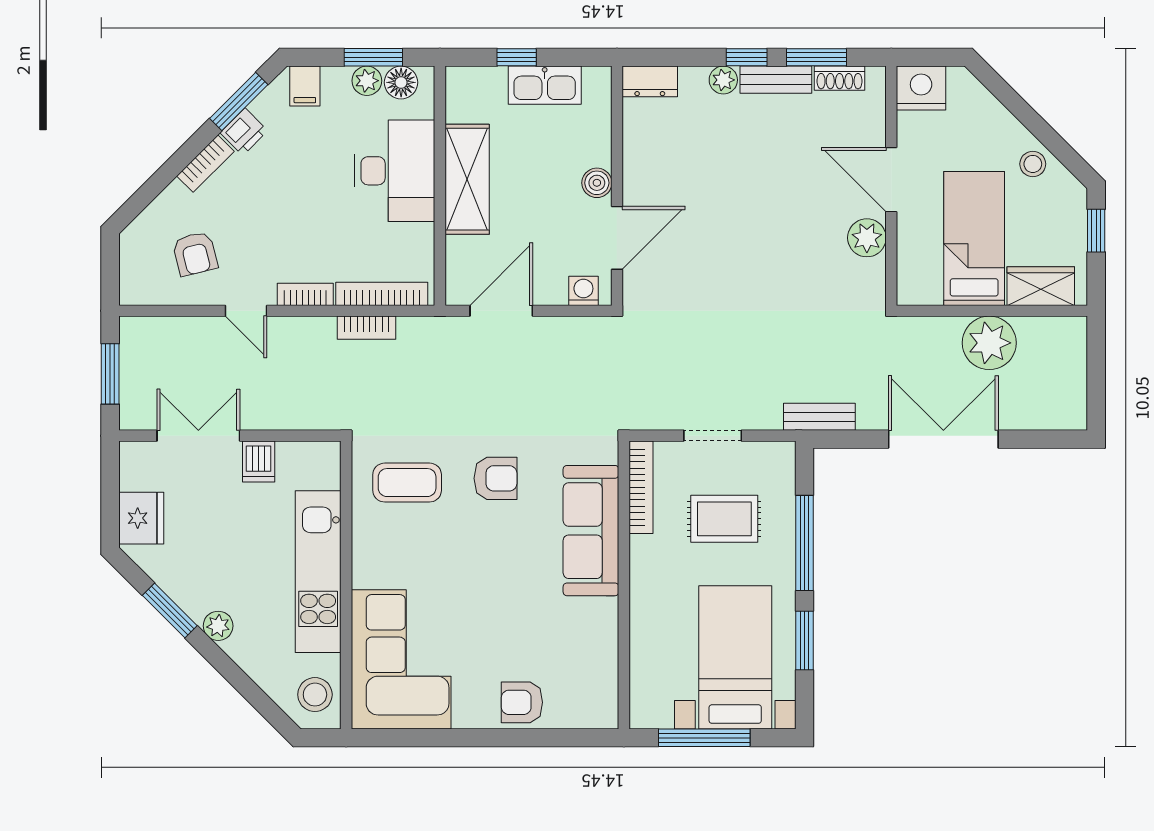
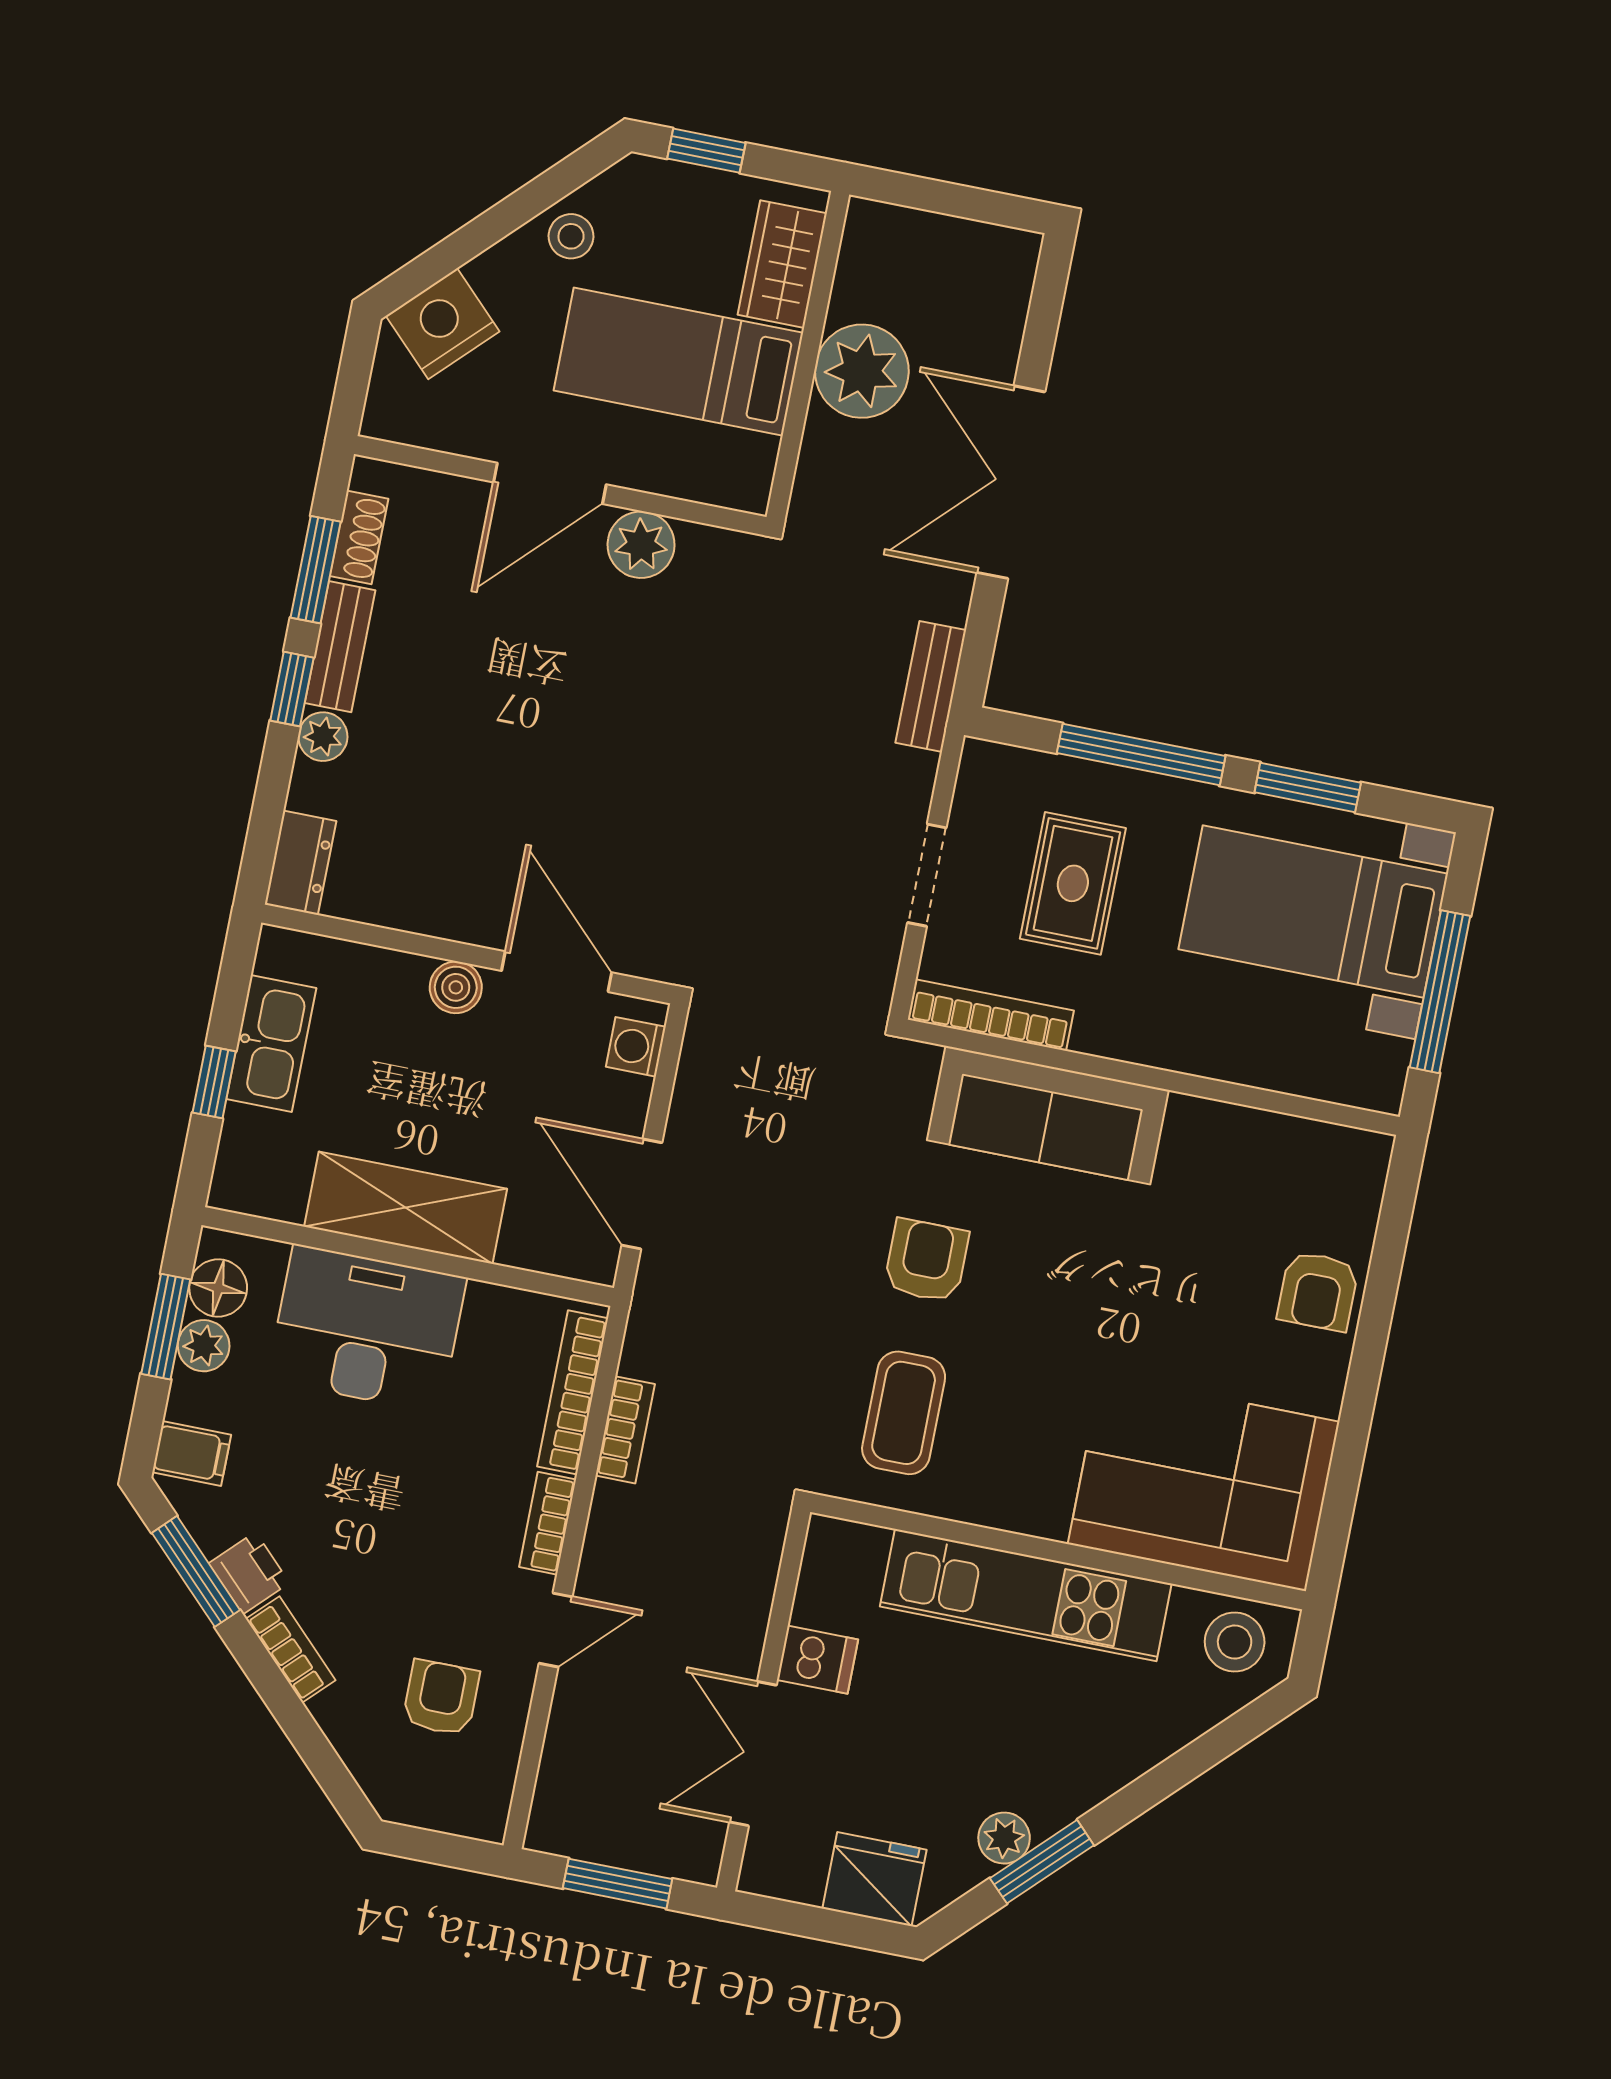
nightstand: (921, 88) -> (443, 324), moved, turned 45
armchair: (195, 254) -> (441, 1698), turned -76
plant: (218, 626) -> (1004, 1838), moved

